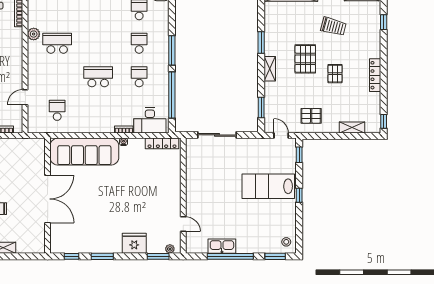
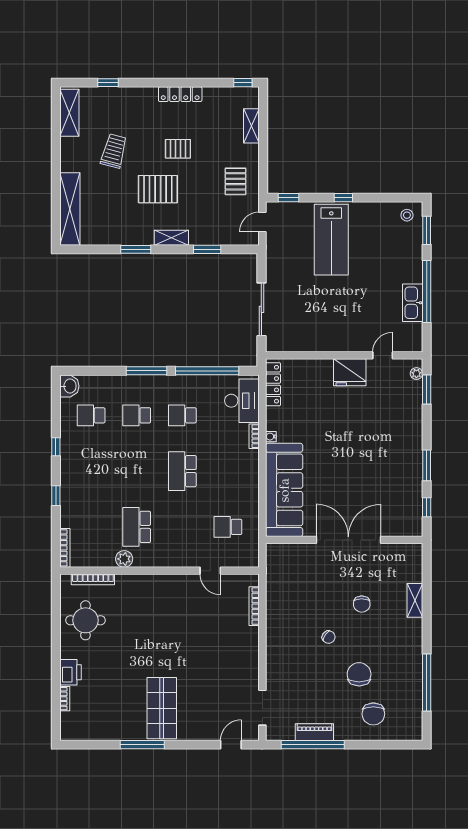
window: (261, 107) -> (207, 249), moved
fridge: (134, 243) -> (350, 372), moved, turned -90

